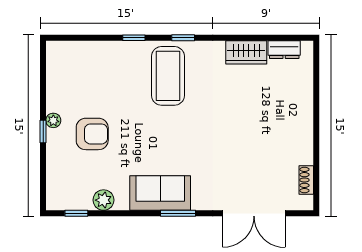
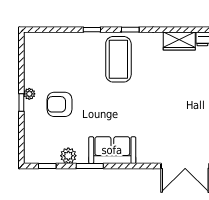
armchair: (92, 134) -> (59, 104), turned 180
window: (178, 213) -> (90, 166), moved

